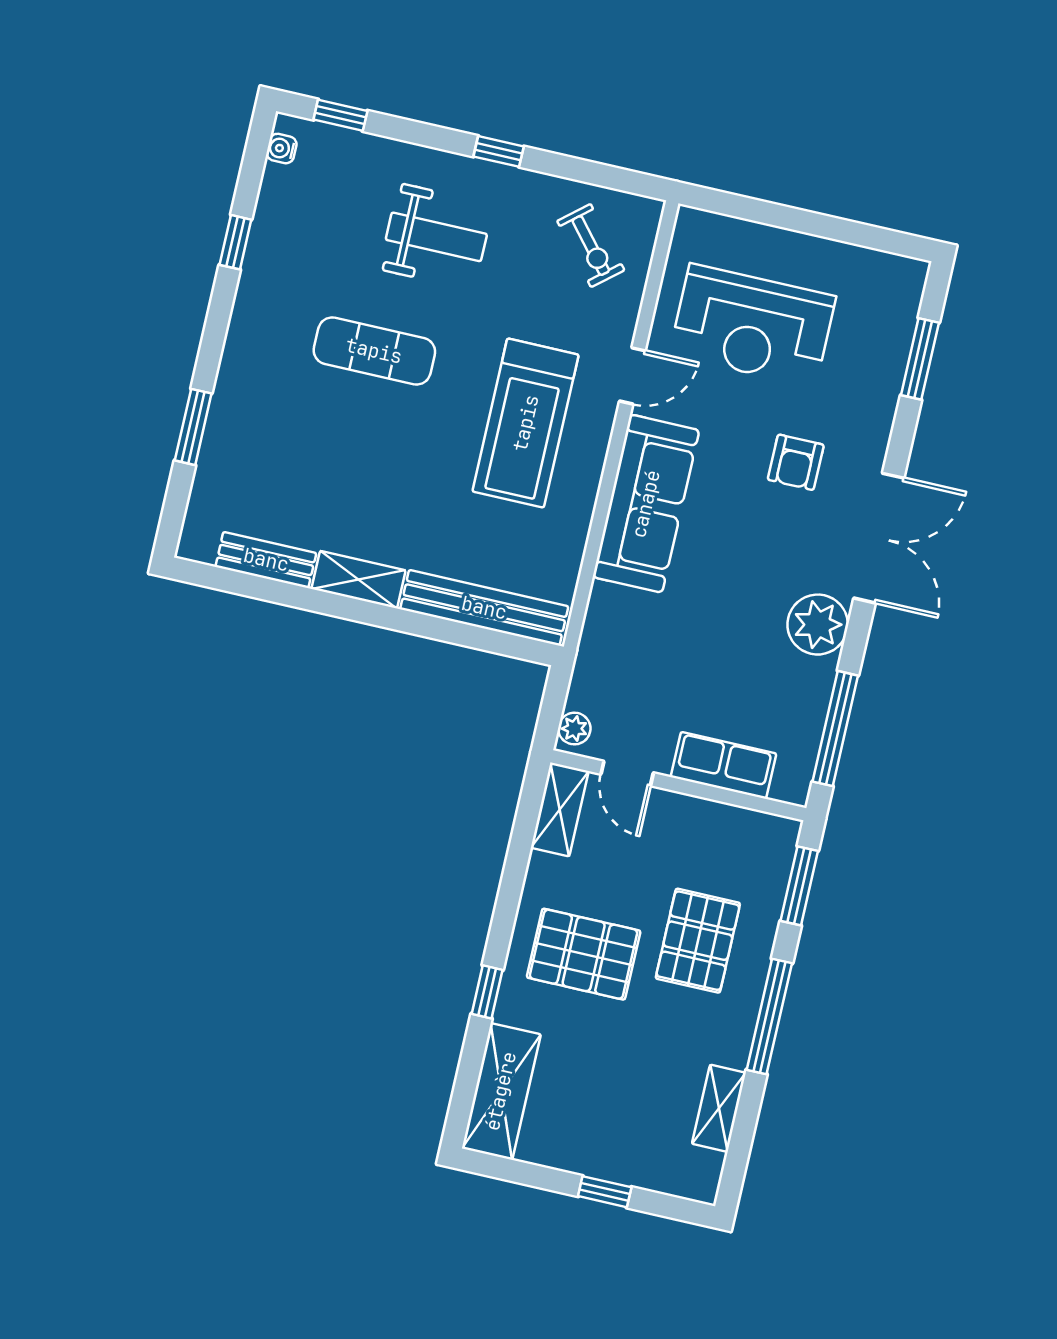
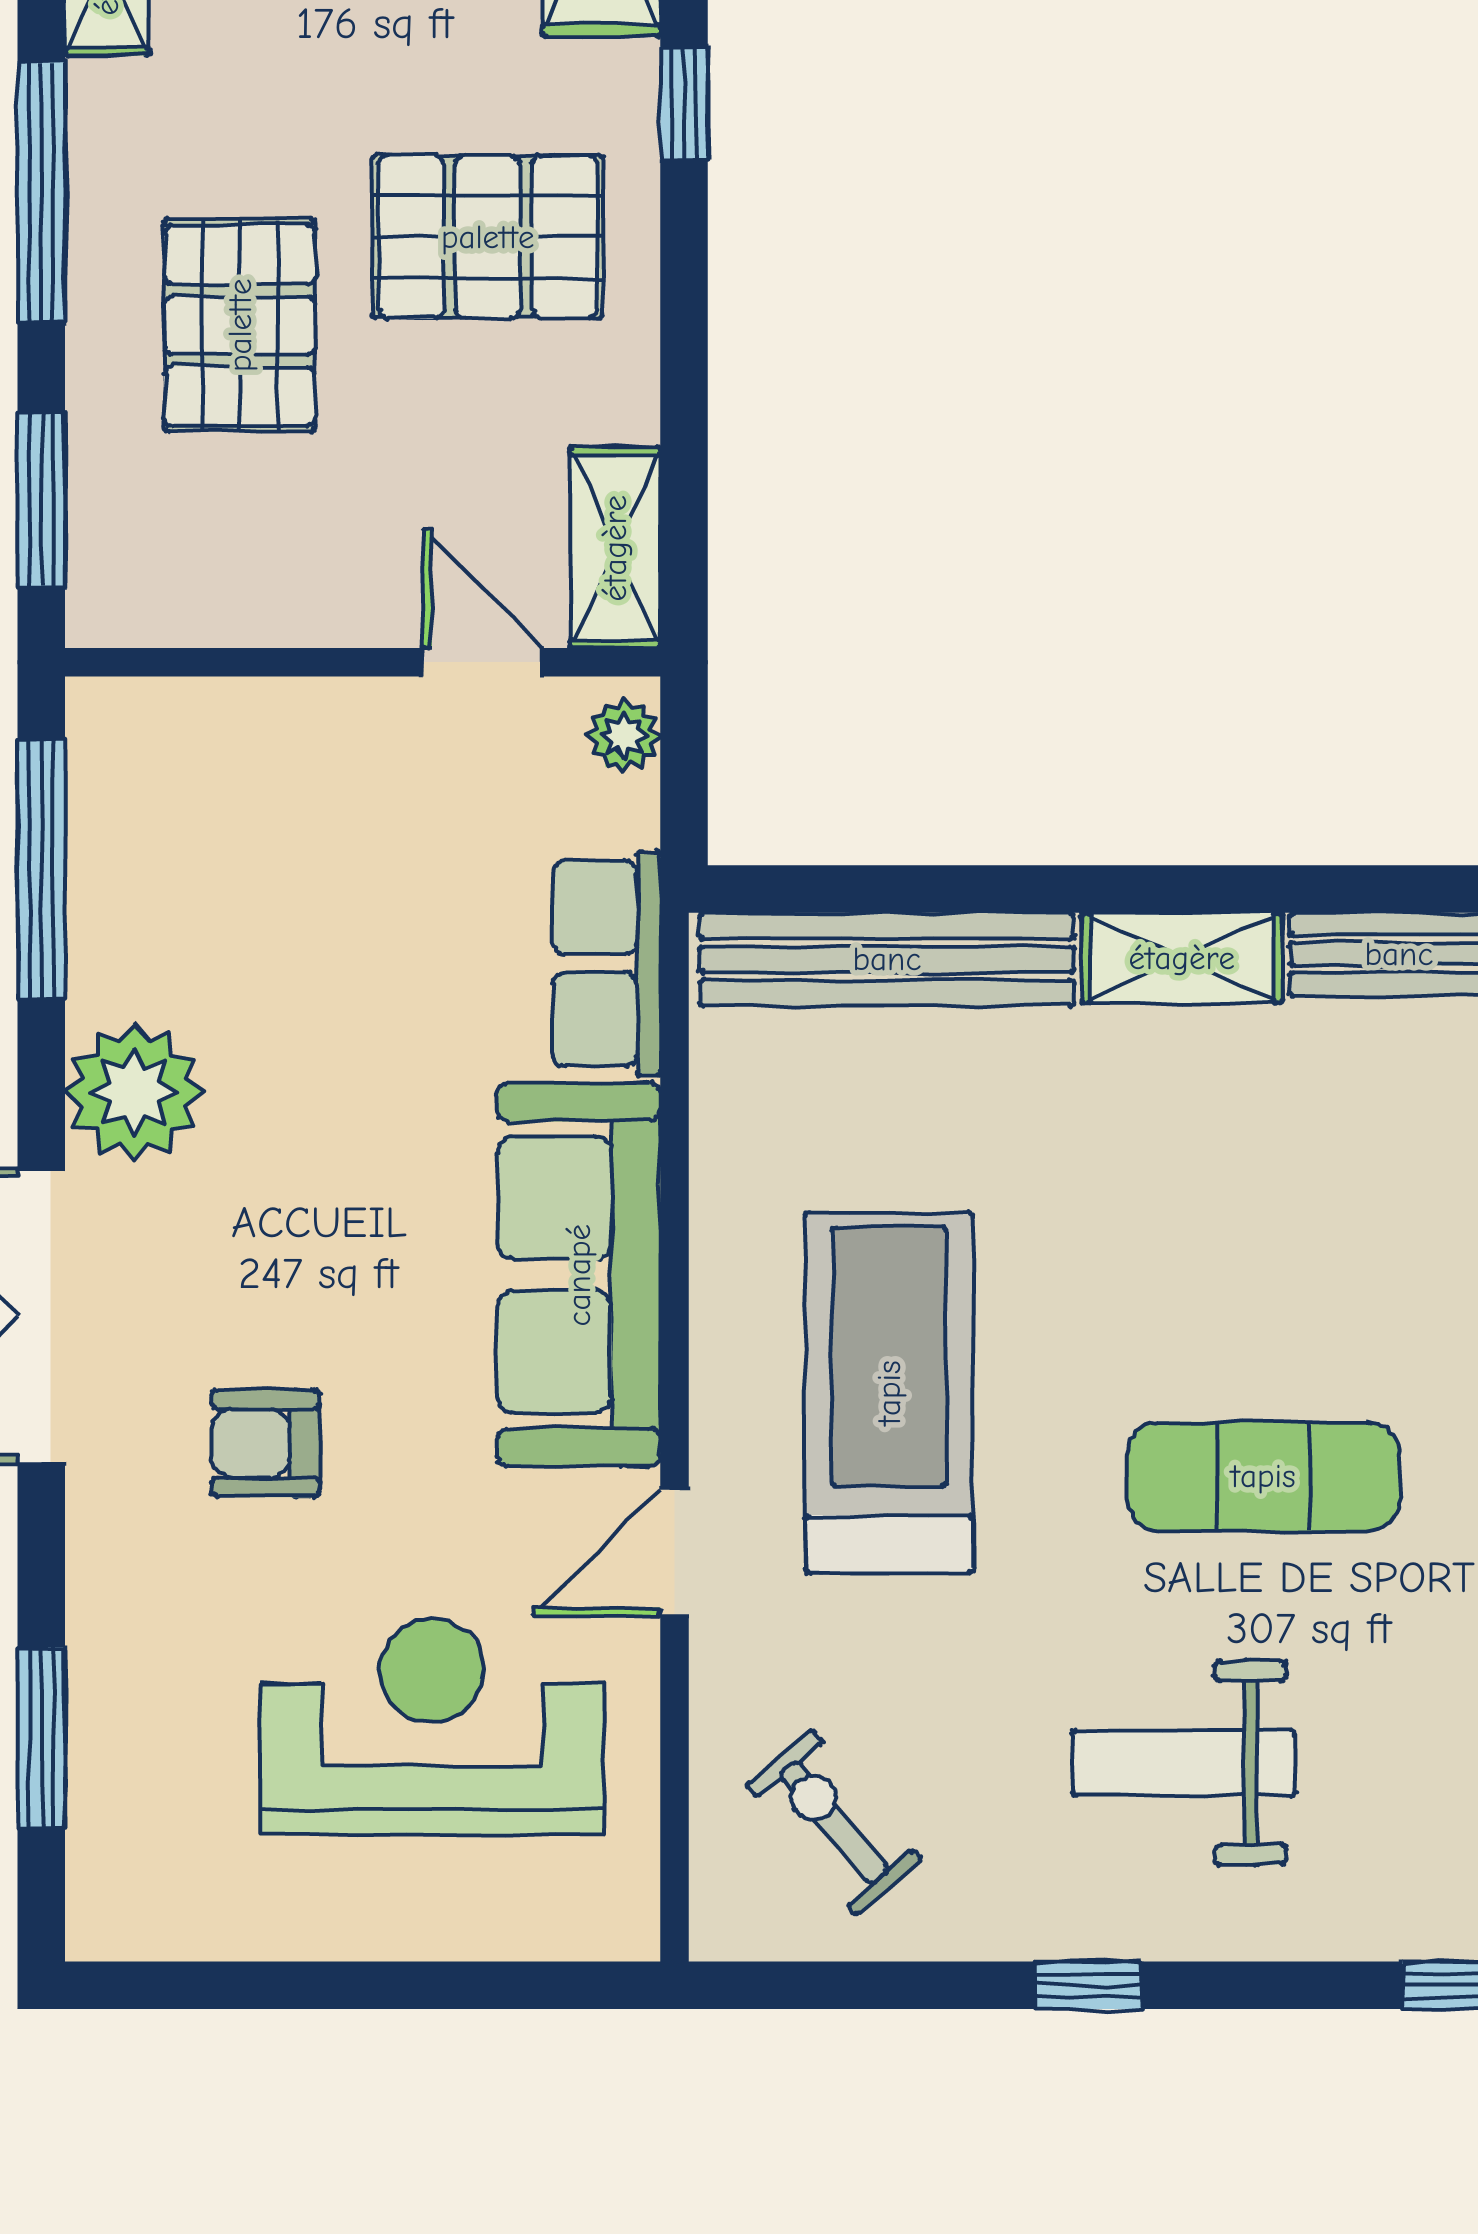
armchair: (796, 462) -> (266, 1443), turned -90
row of seats: (723, 765) -> (607, 963), moved, turned 90

